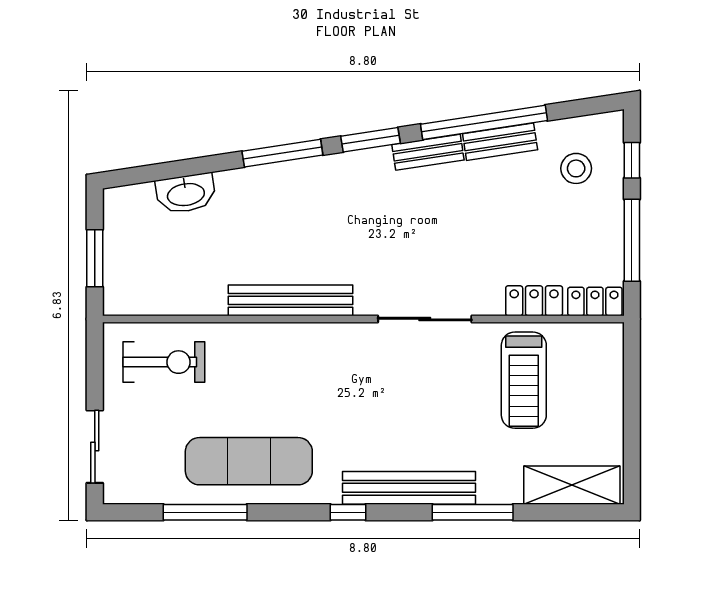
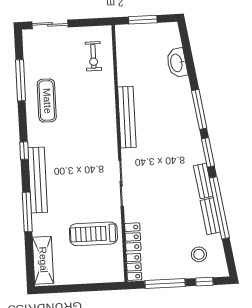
exercise bike: (164, 362) -> (93, 56), width x0.73, depth x0.72
exercise mat: (249, 461) -> (47, 101), width x0.73, depth x0.69

